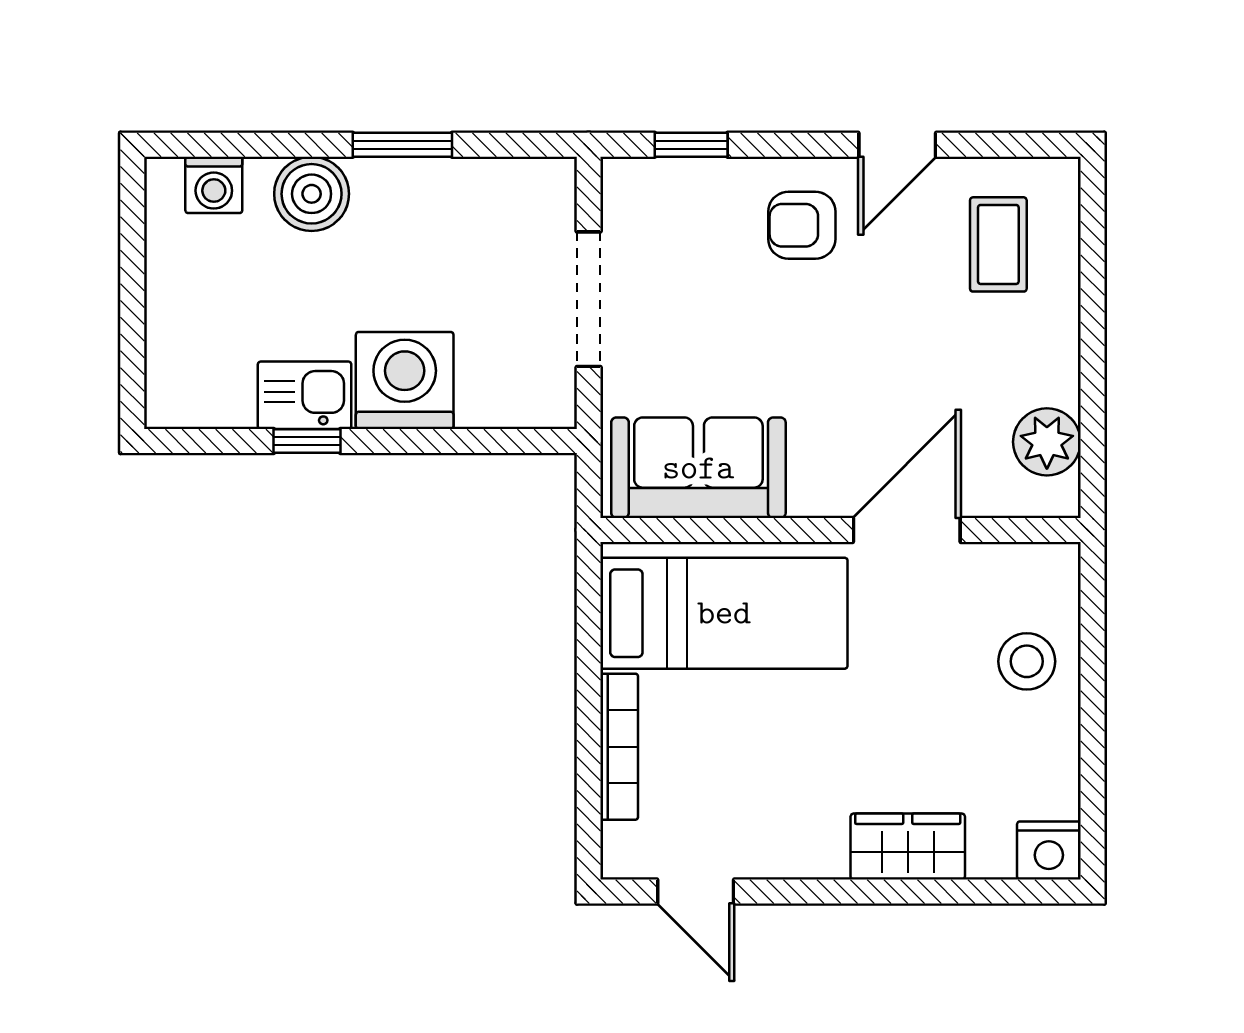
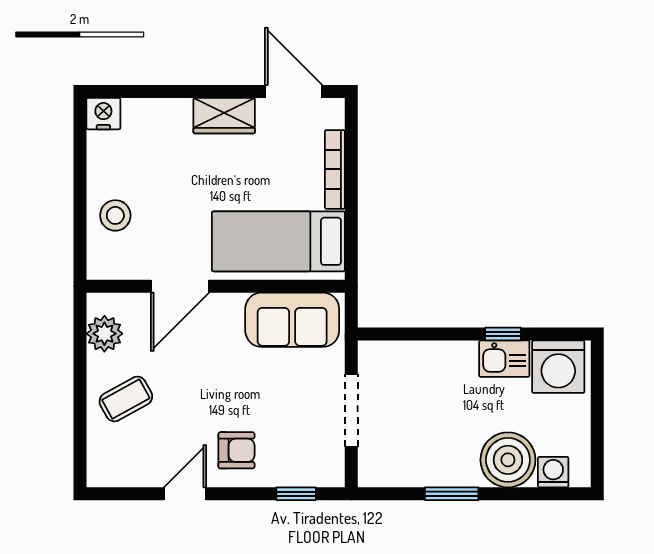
boiler: (312, 194) -> (508, 460), width x1.37, depth x1.37
coffee table: (998, 244) -> (126, 399), moved, turned 61
washing machine: (405, 380) -> (558, 367), moved
wardrobe: (908, 847) -> (224, 116), moved
door: (696, 891) -> (294, 91), width x1.38

